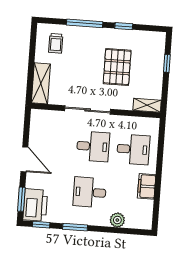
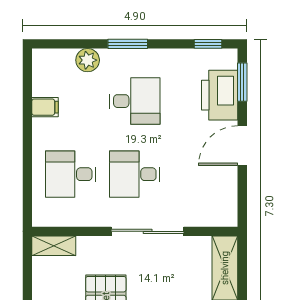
door: (24, 159) -> (242, 146), hinge flipped
filing cabinet: (147, 186) -> (45, 107), width x0.50
printer: (35, 205) -> (220, 95), moved
window: (75, 227) -> (128, 44), moved

